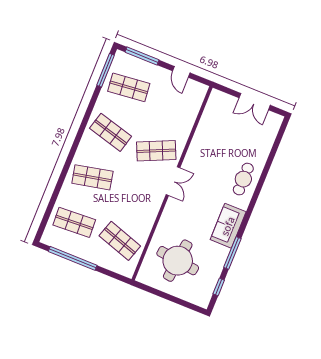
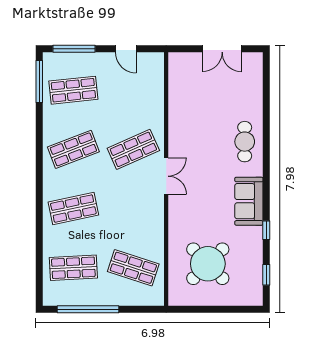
shop shelf: (111, 132) -> (73, 149), turned -36
window: (232, 253) -> (266, 230), width x0.46
round table: (178, 261) -> (208, 264), turned 38

